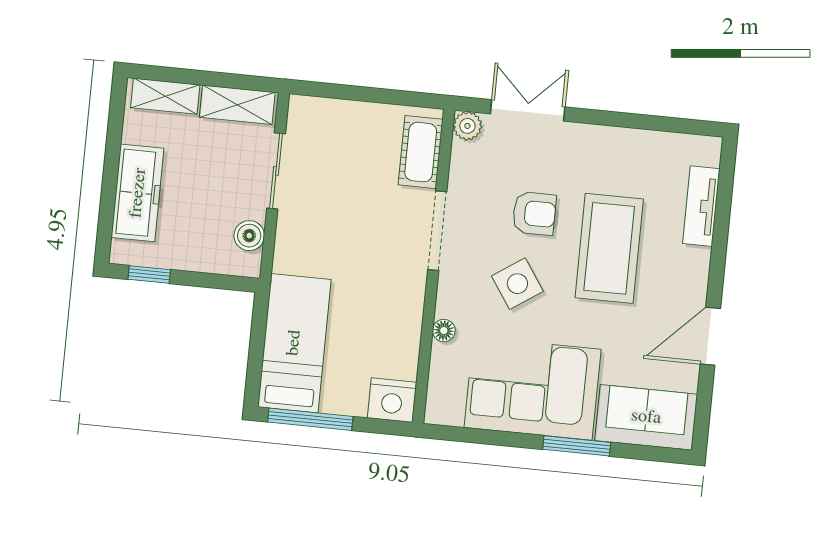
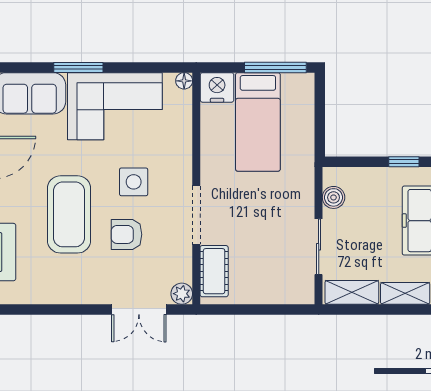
side table: (517, 284) -> (134, 182), turned 34
floor lamp: (444, 331) -> (184, 81), moved
bed: (294, 343) -> (258, 122), moved

